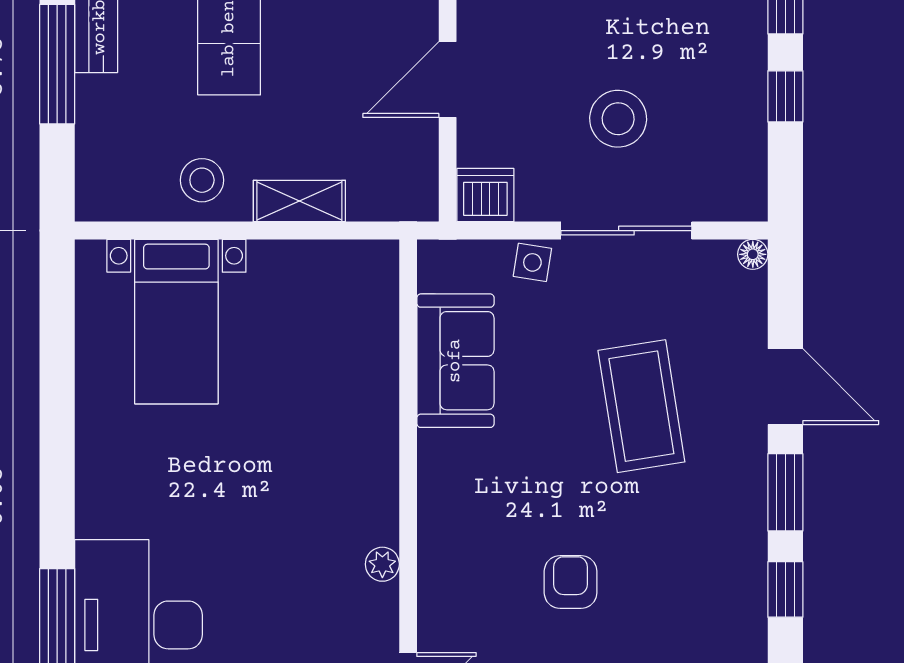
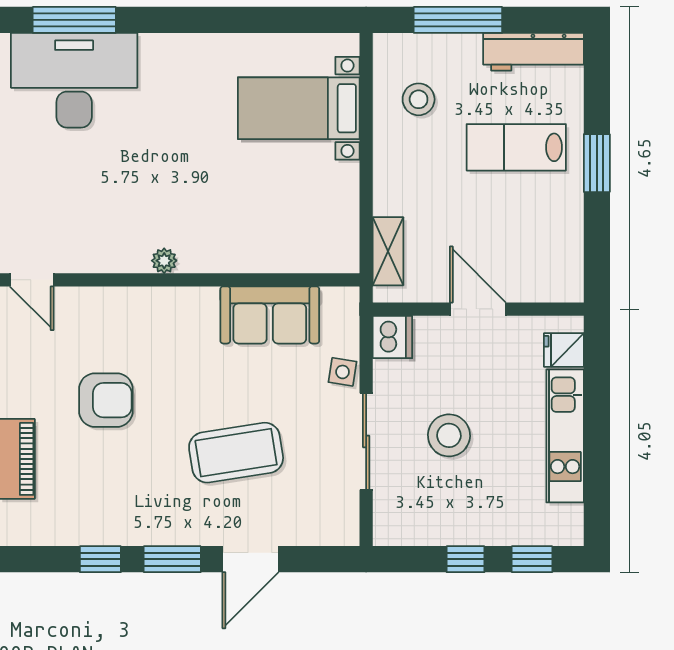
window: (57, 64) -> (458, 20), moved
stool: (202, 180) -> (419, 99), moved
shelving: (299, 201) -> (388, 251), moved
floor lamp: (753, 254) -> (349, 535), removed
plant: (382, 564) -> (164, 261), moved
armchair: (571, 582) -> (106, 400), width x1.38, depth x1.38

